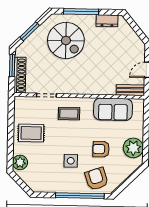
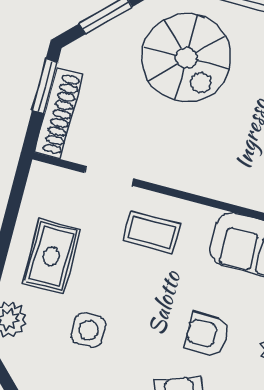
rug: (31, 133) -> (51, 256), turned 90
side table: (71, 161) -> (89, 330), moved

